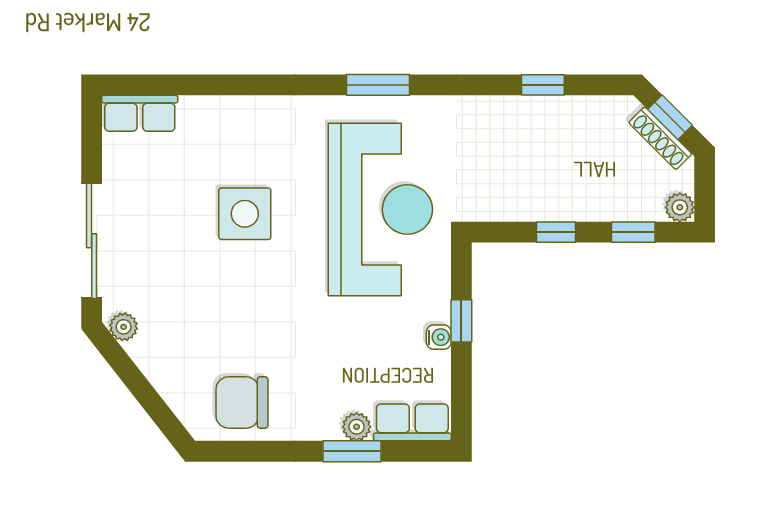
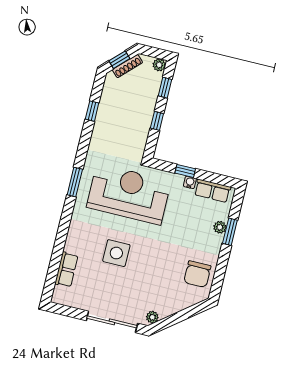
row of seats: (140, 113) -> (66, 270), moved
row of seats: (412, 422) -> (212, 191), moved, turned -90

